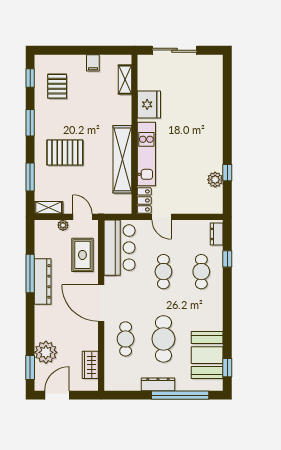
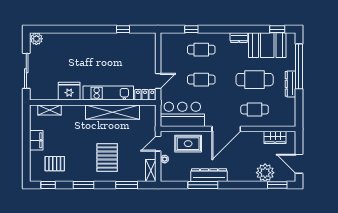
filing cabinet: (93, 63) -> (36, 140), width x2.00
plant: (215, 180) -> (36, 39), moved
dresser: (217, 234) -> (239, 38), moved

